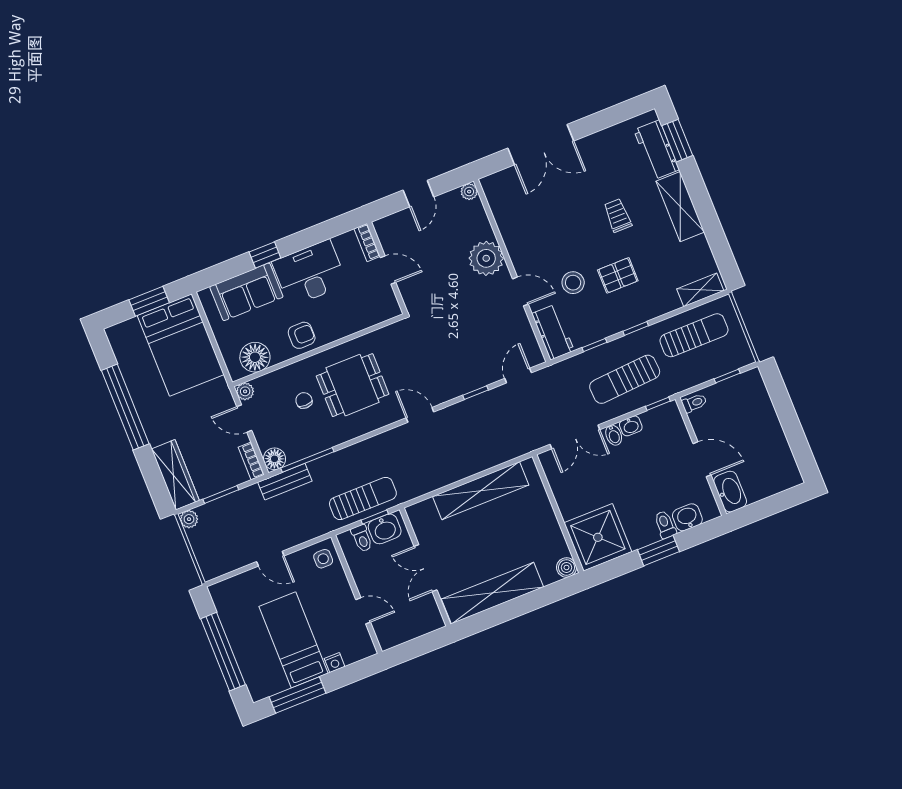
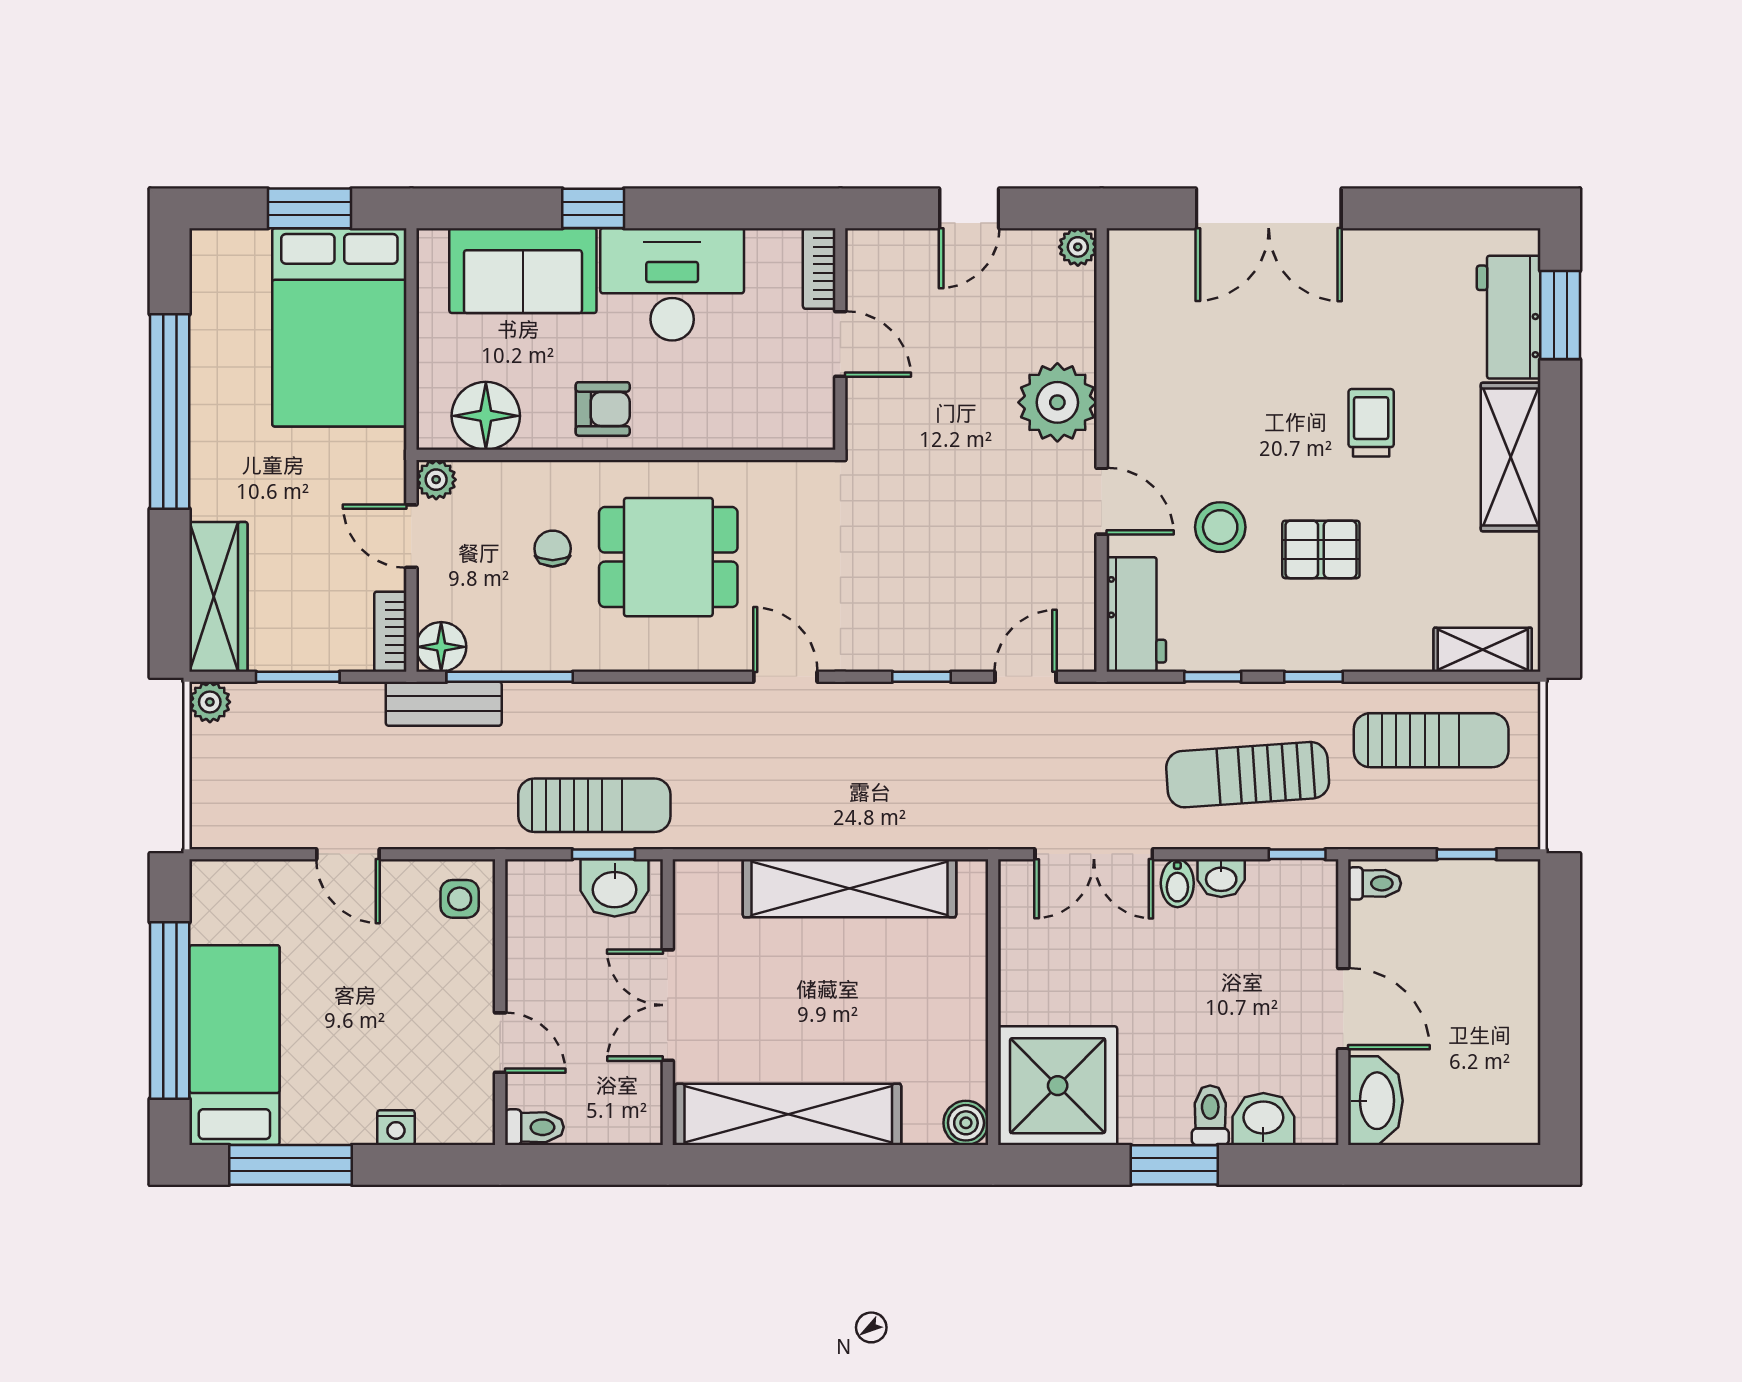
toilet: (362, 538) -> (534, 1127), moved, turned -90
bed: (294, 640) -> (234, 1045), moved

